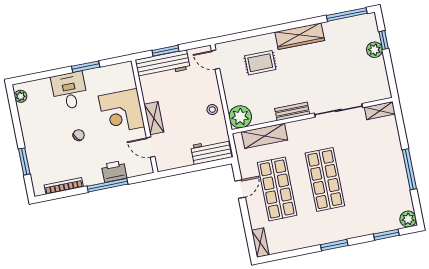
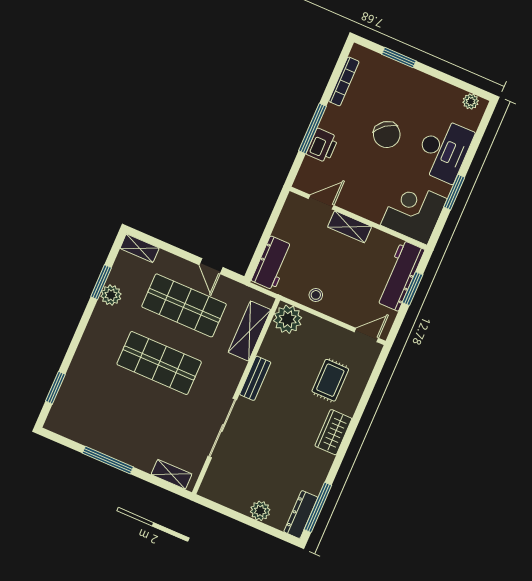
dresser: (359, 22) -> (301, 515), added
wardrobe: (300, 36) -> (333, 432), width x0.67
window: (384, 40) -> (264, 528), removed
desk: (69, 91) -> (444, 150), width x1.37
corner desk: (122, 111) -> (414, 212), moved
shelving: (380, 111) -> (172, 474), moved, turned 90
chair: (79, 135) -> (387, 135), width x1.87, depth x1.87
plant: (408, 219) -> (111, 295), moved
window: (334, 245) -> (101, 282), moved

